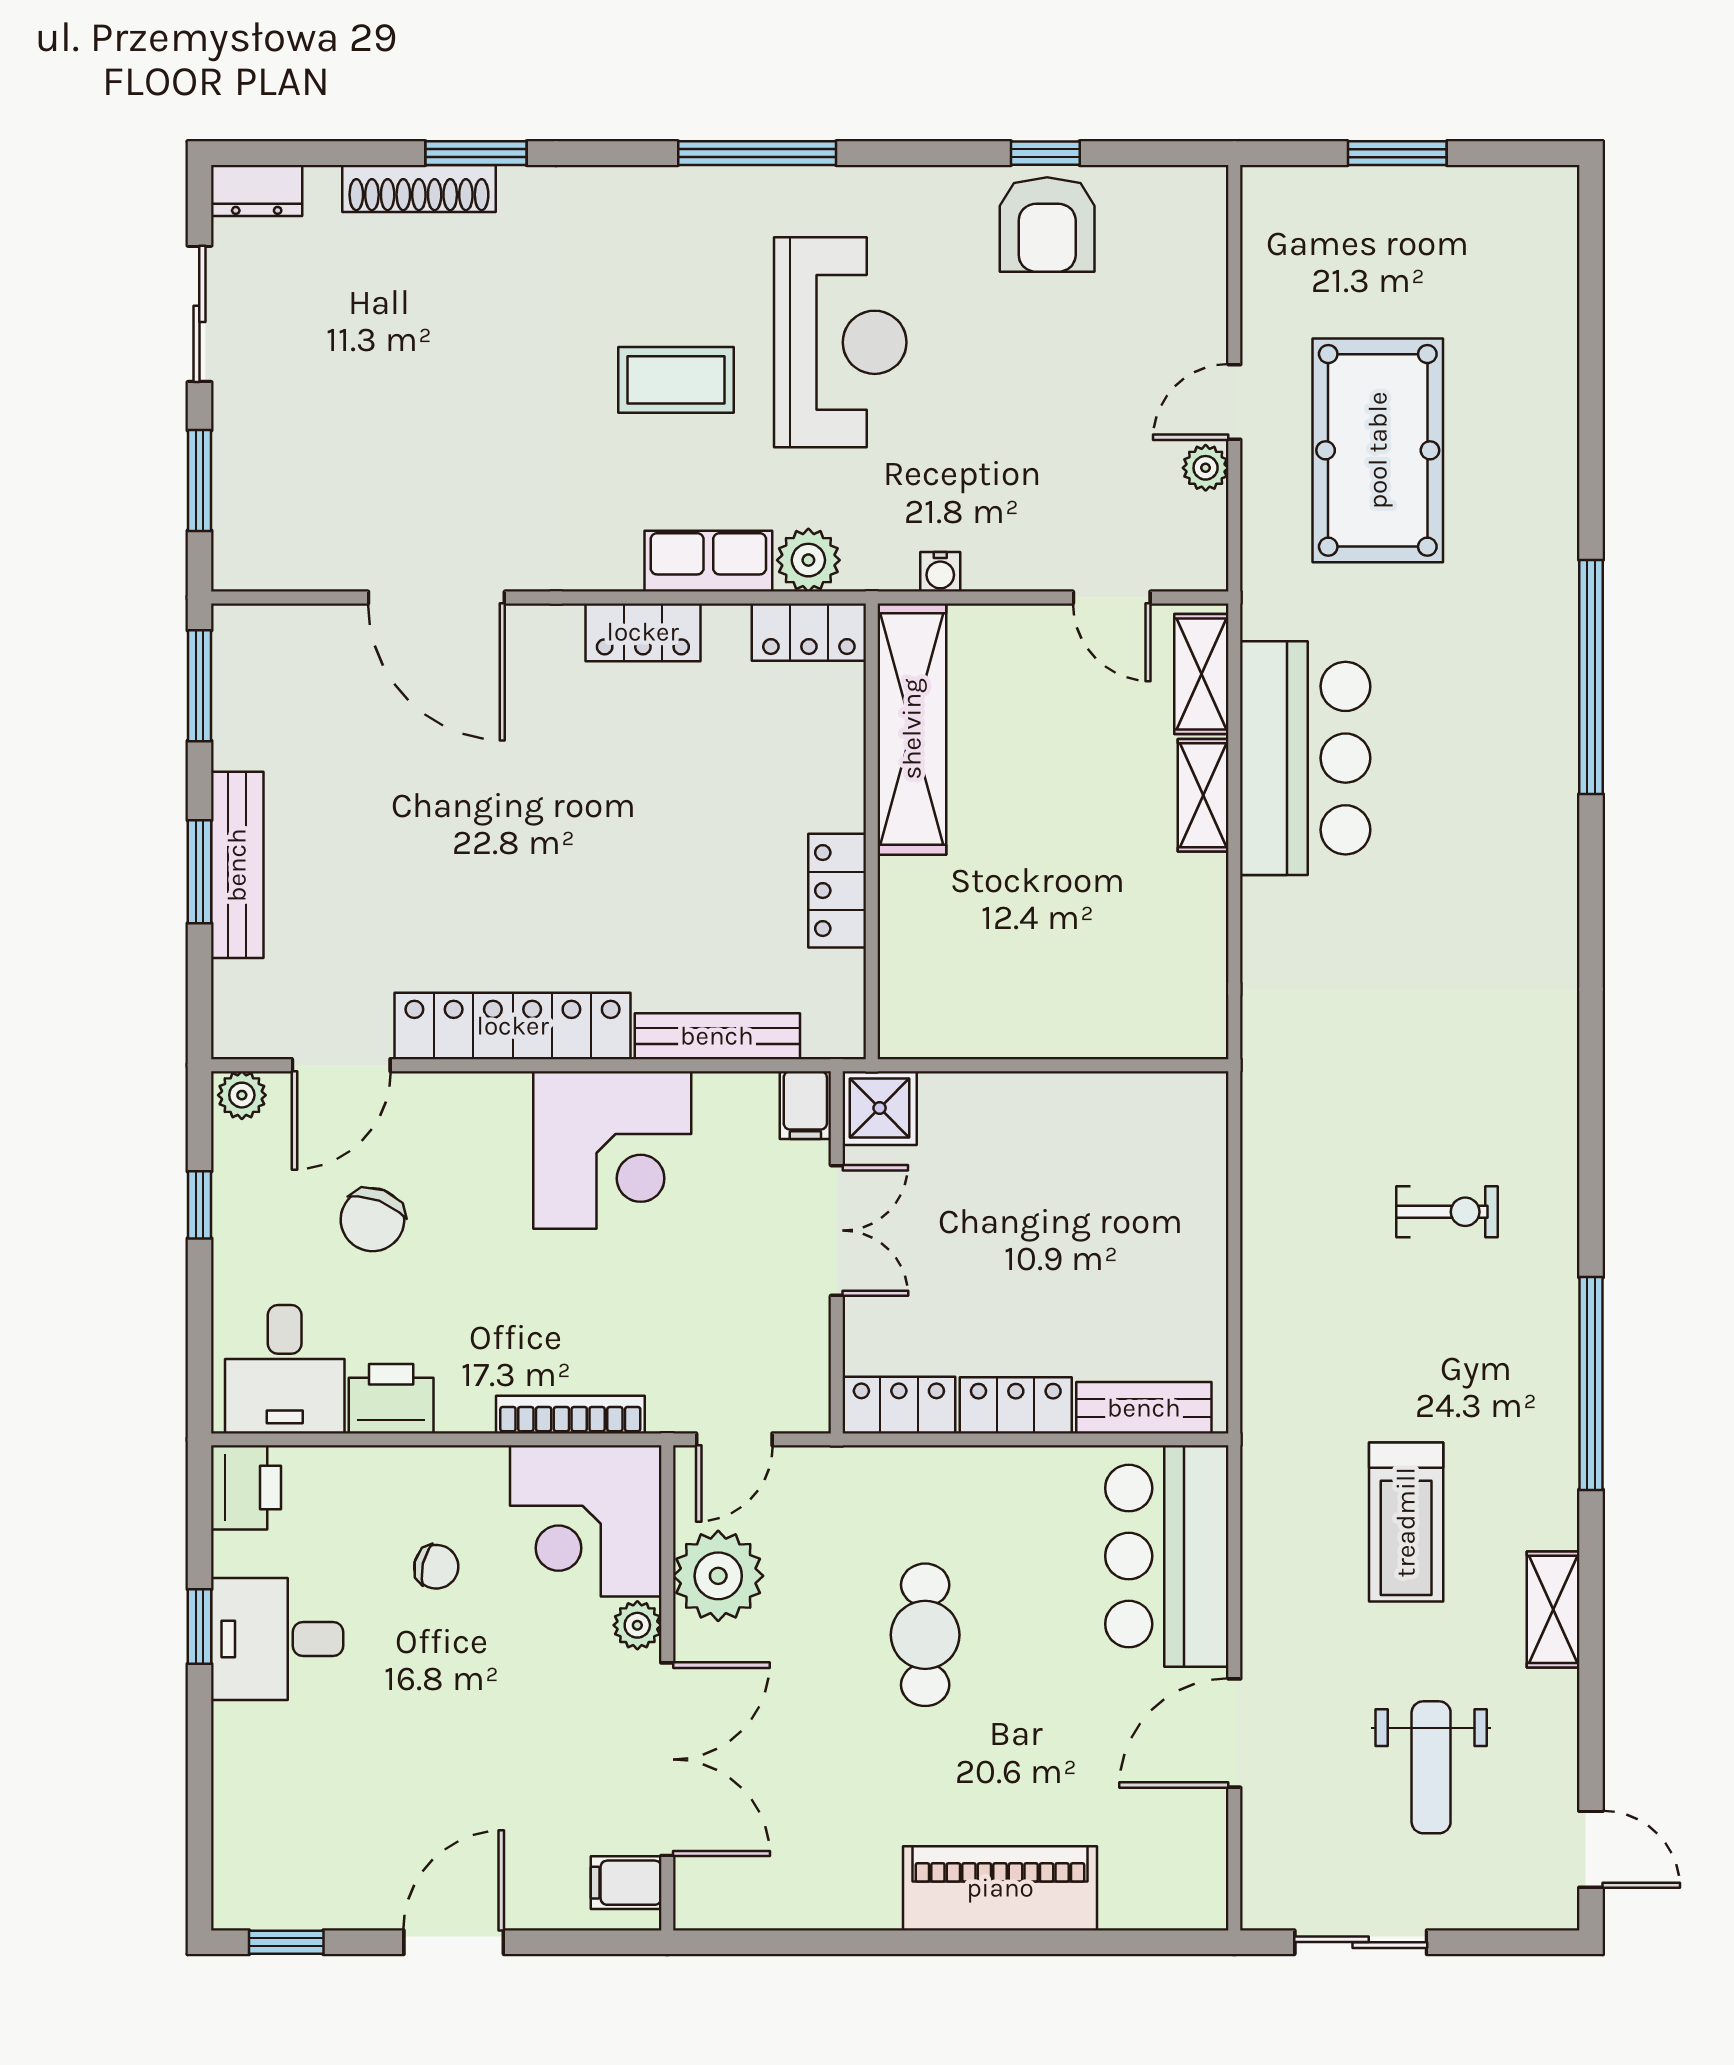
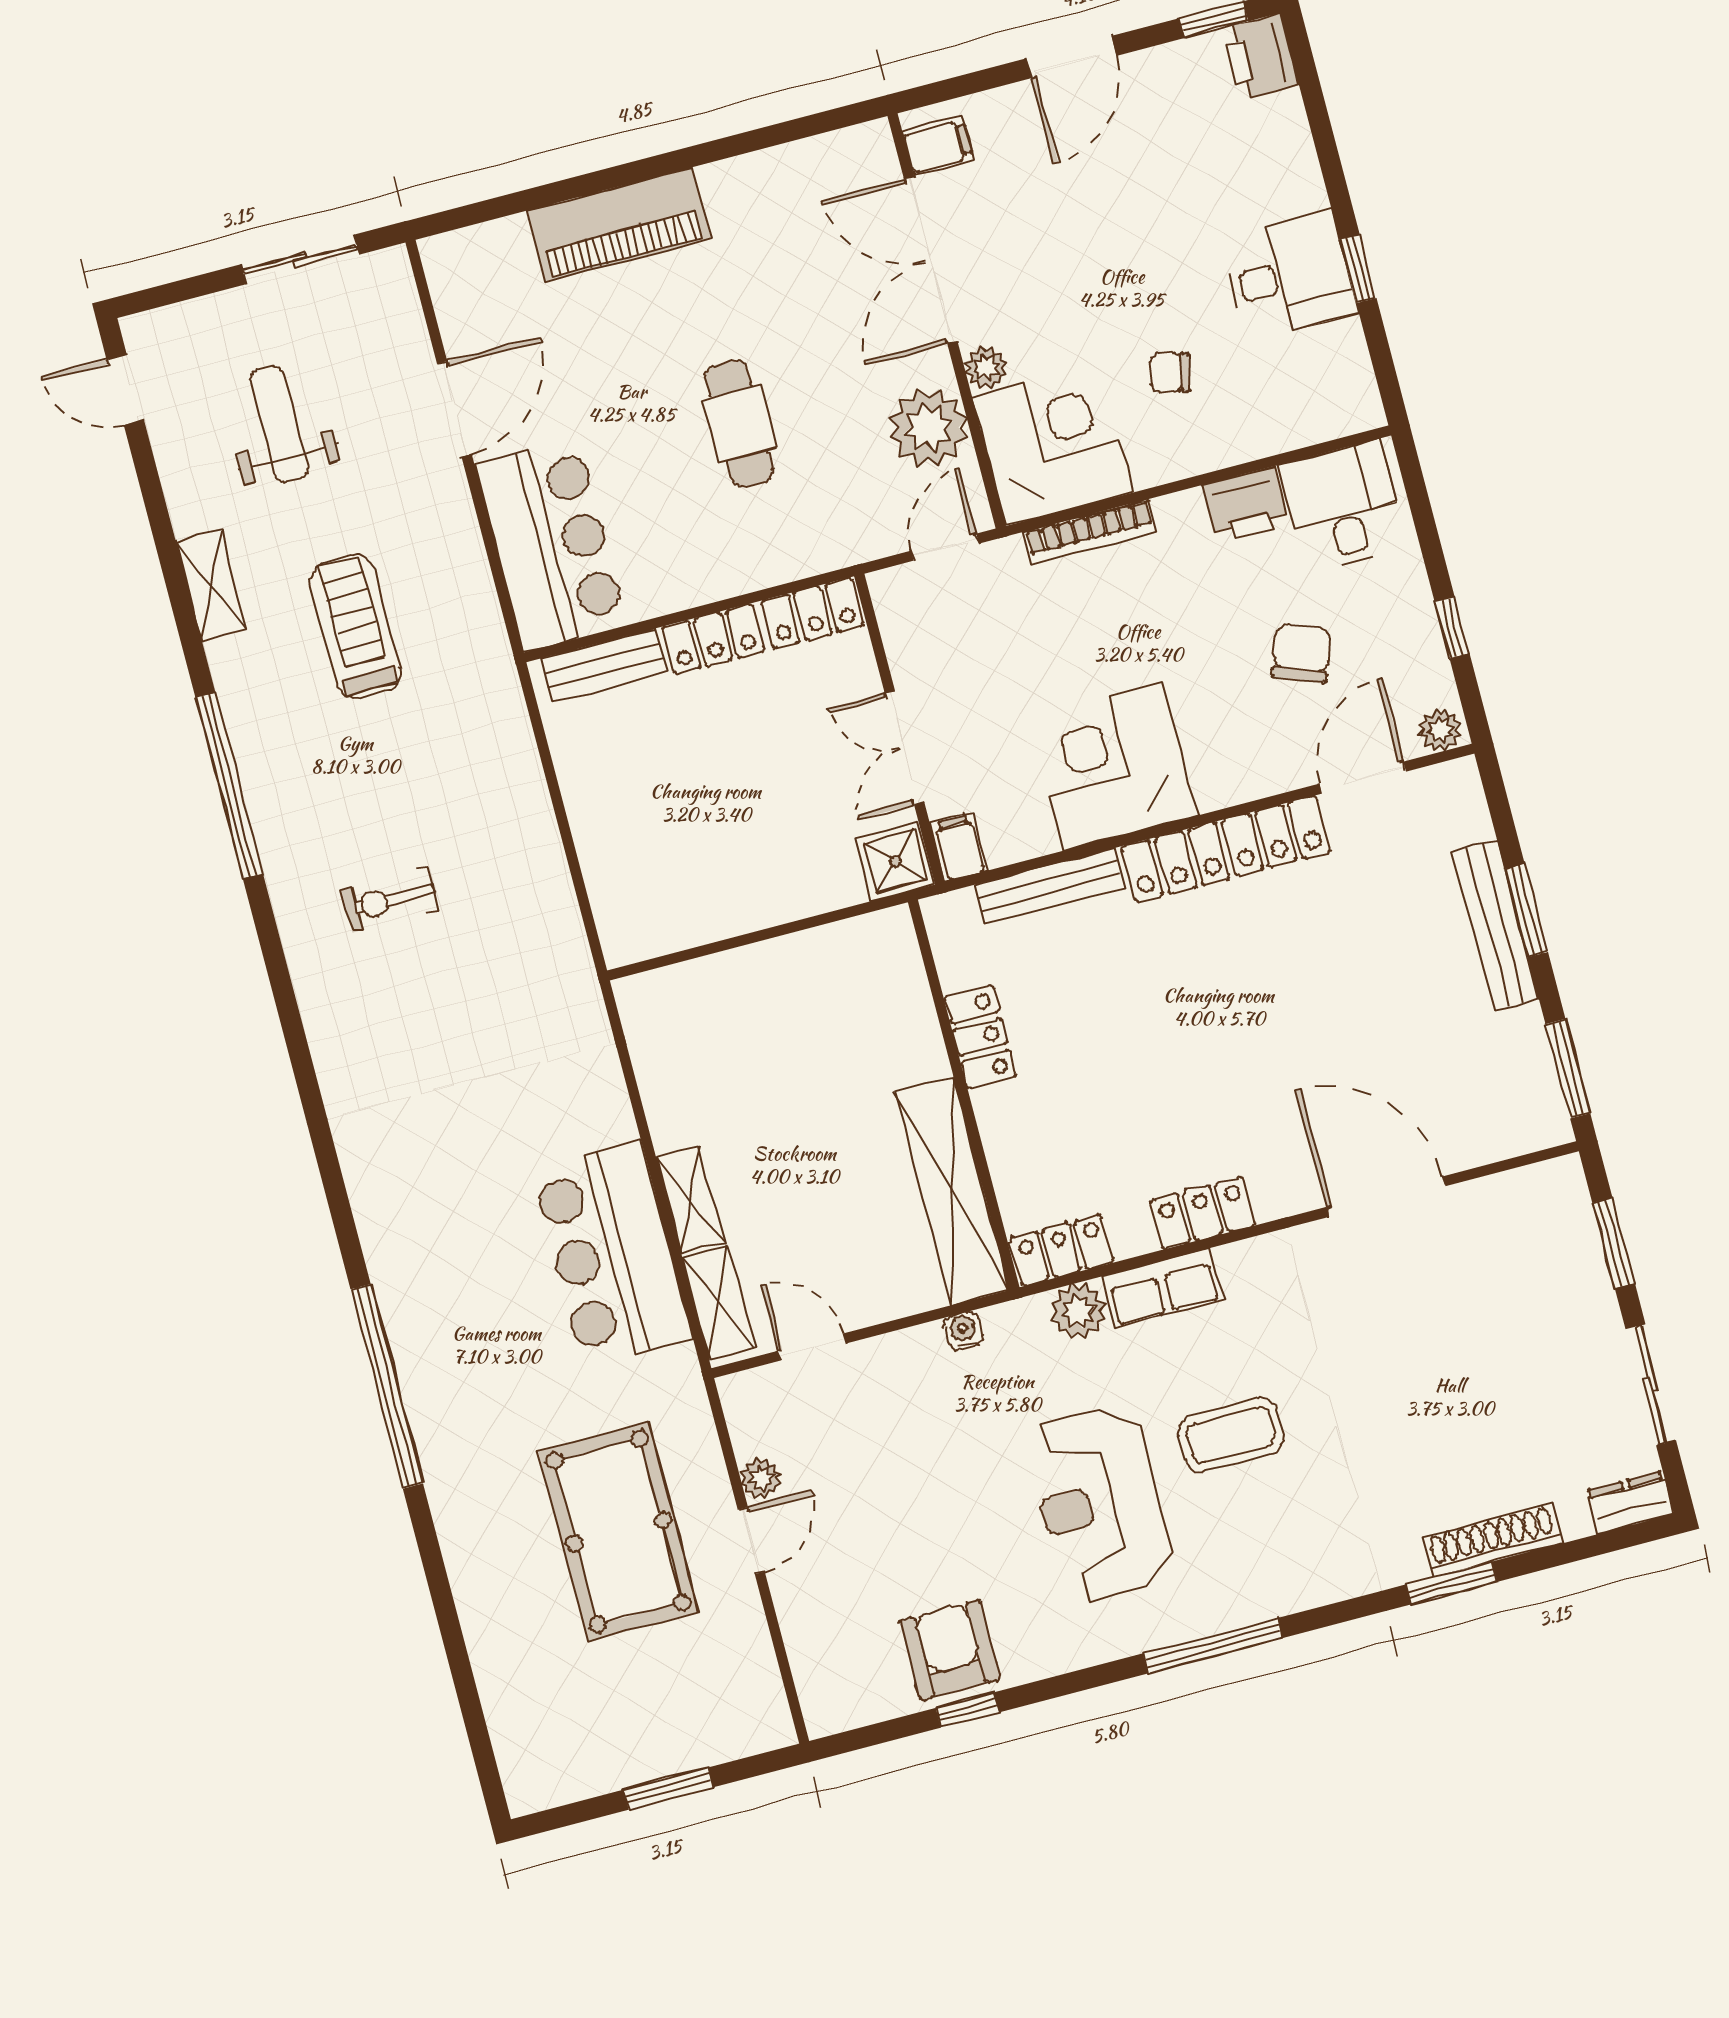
printer: (246, 1487) -> (1260, 57), moved

